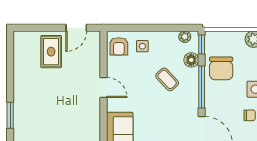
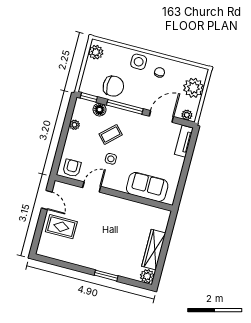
plant: (185, 37) -> (75, 125), moved
armchair: (119, 46) -> (72, 168), turned -90
side table: (142, 46) -> (111, 159), moved
door: (104, 87) -> (92, 187), moved

